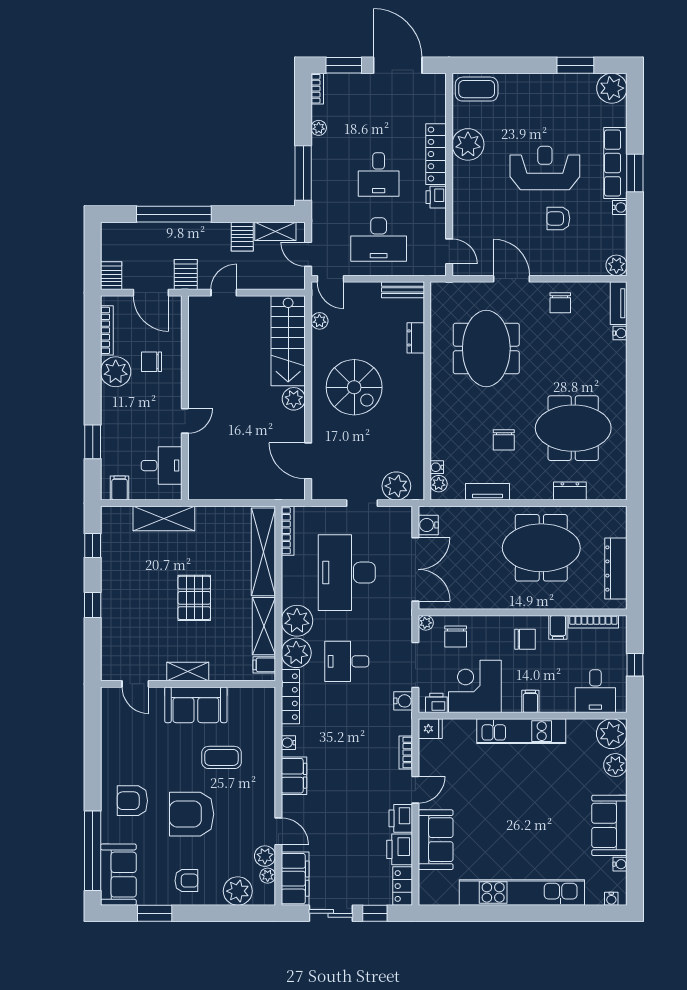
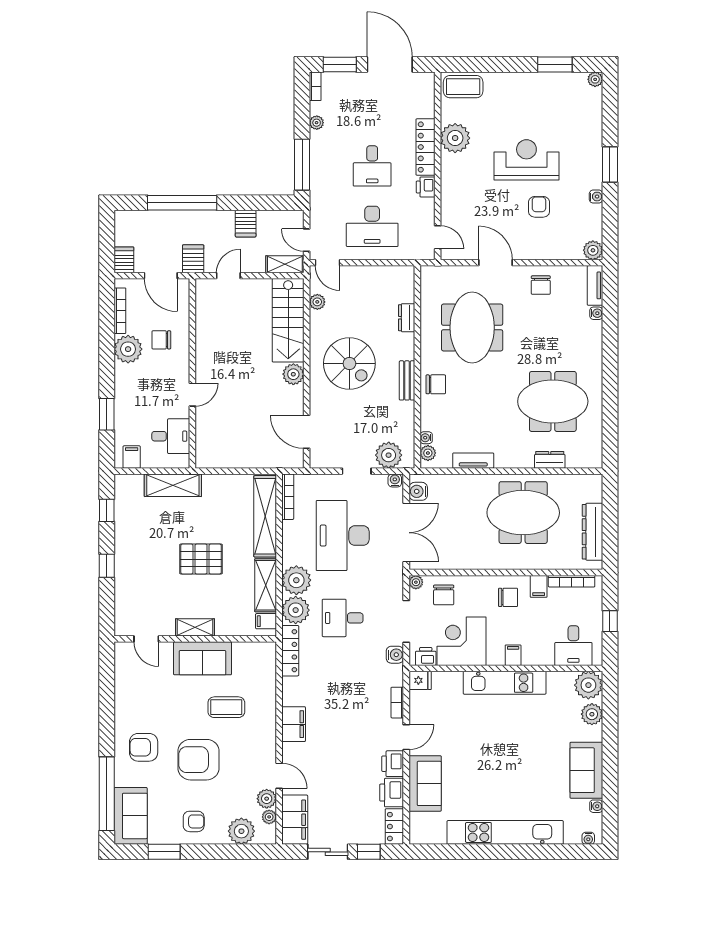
plant: (612, 88) -> (595, 79), width x0.53, depth x0.53
row of seats: (615, 163) -> (592, 155), removed
armchair: (558, 218) -> (539, 207), turned 90
shelving: (275, 231) -> (285, 264), moved
bench: (403, 290) -> (407, 380), moved, turned 90
chair: (504, 440) -> (436, 384), moved, turned -90
pallet: (194, 598) -> (201, 559), turned 90
water cooler: (288, 743) -> (395, 480), moved, turned 90

